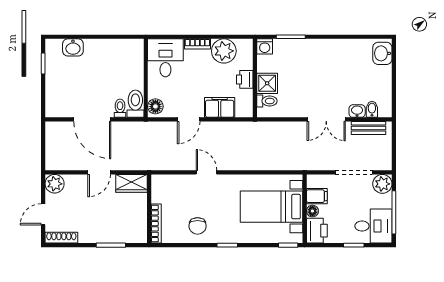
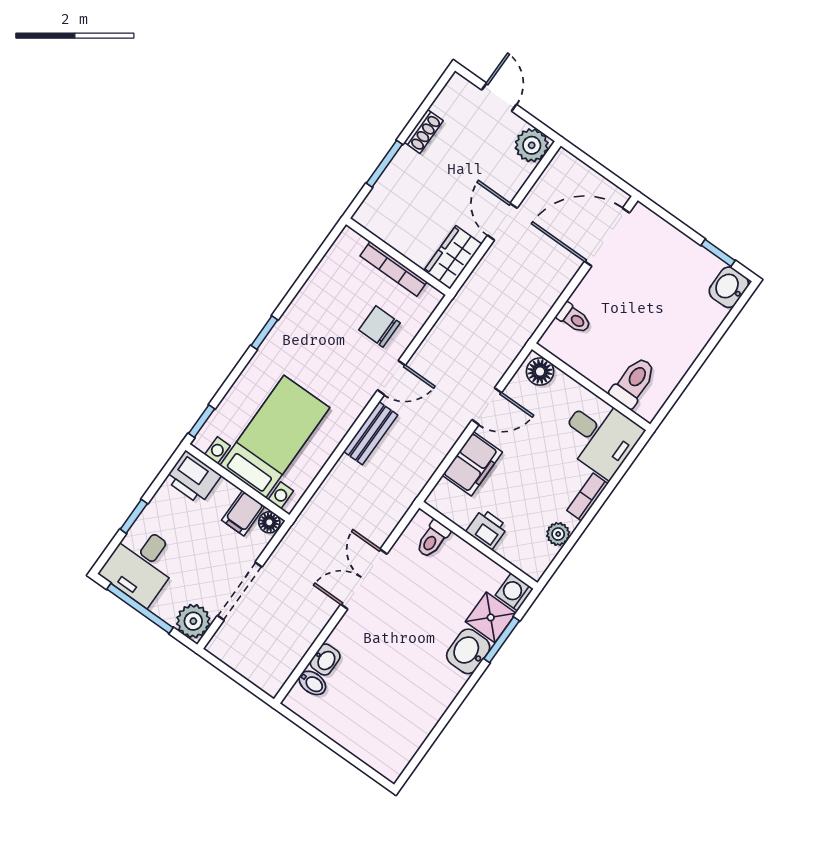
washbasin: (73, 47) -> (729, 287), moved
plant: (224, 51) -> (558, 534), width x0.53, depth x0.53
washbasin: (382, 53) -> (468, 651), moved, turned -90
shower: (267, 83) -> (491, 617), moved
toilet: (135, 104) -> (633, 382), moved, turned -90
door: (92, 119) -> (607, 237), moved
door: (189, 119) -> (487, 406), swing flipped
double door: (326, 119) -> (364, 579), moved
bench: (369, 128) -> (371, 433), moved
floor lamp: (312, 211) -> (269, 522), moved
bookcase: (156, 224) -> (393, 269), moved
chair: (198, 226) -> (379, 326), moved
shoe rack: (61, 238) -> (424, 131), moved, width x0.70

